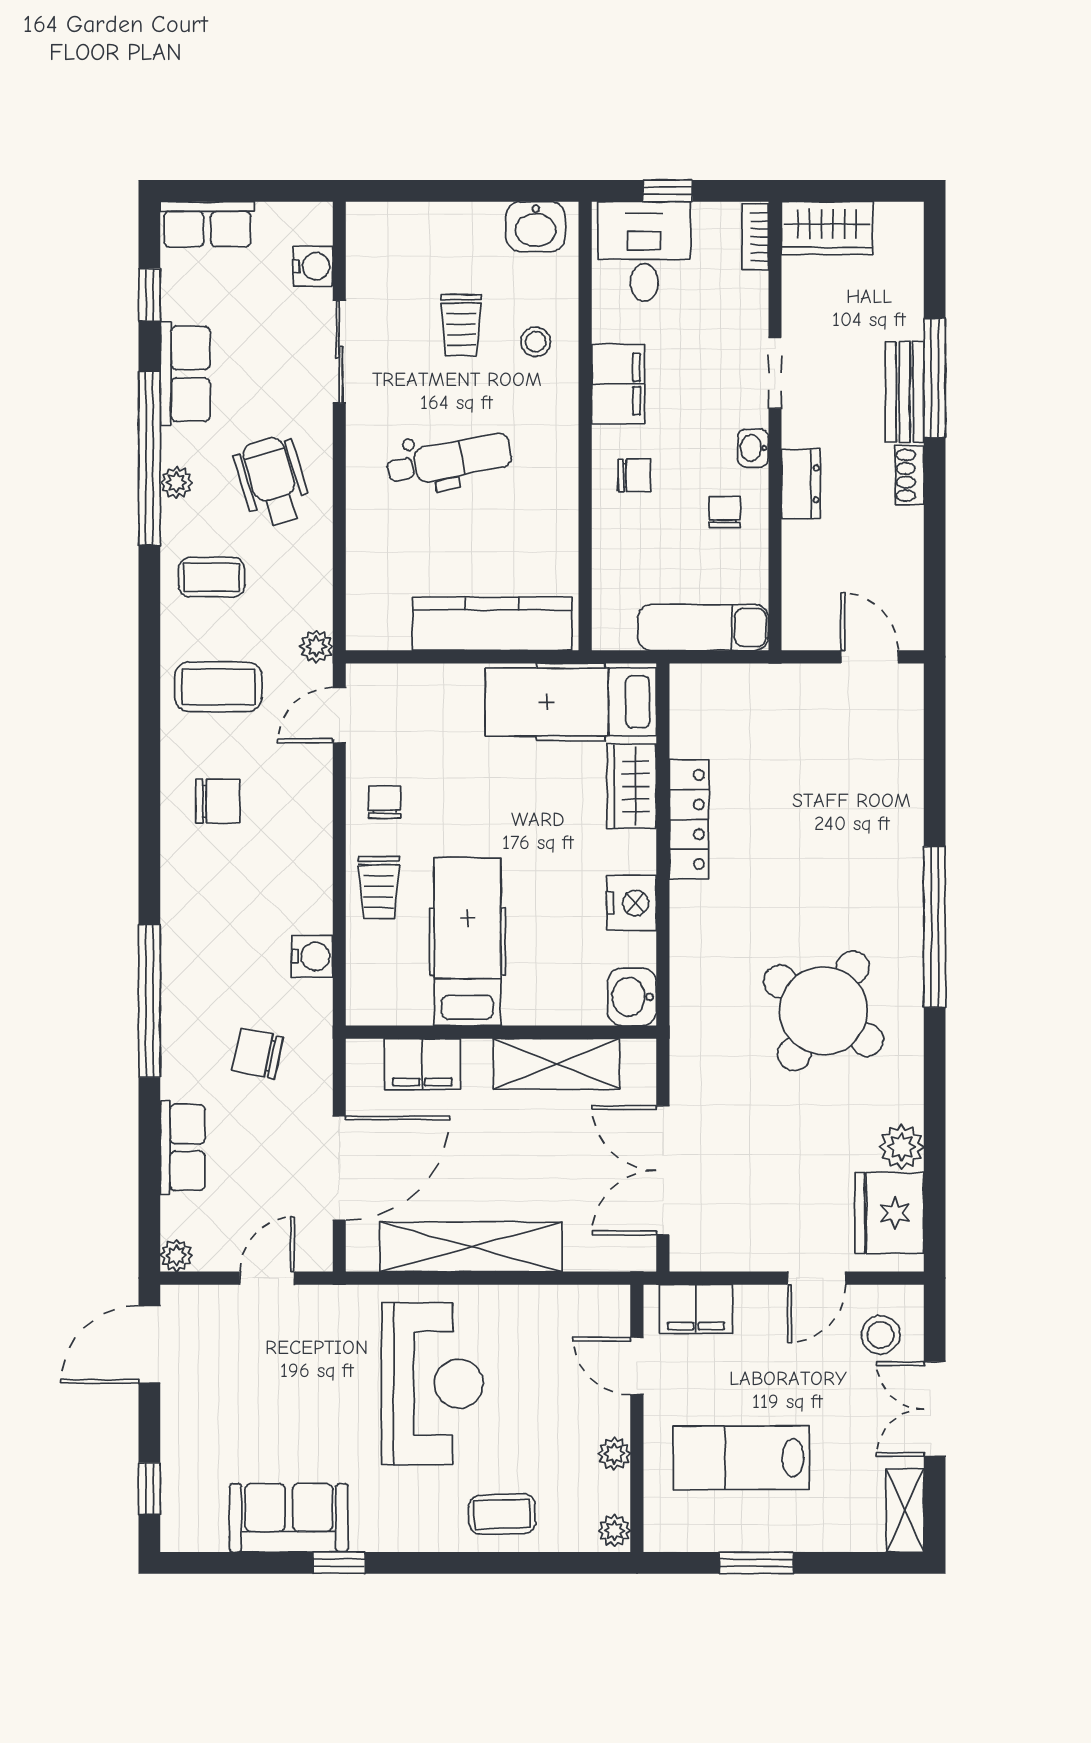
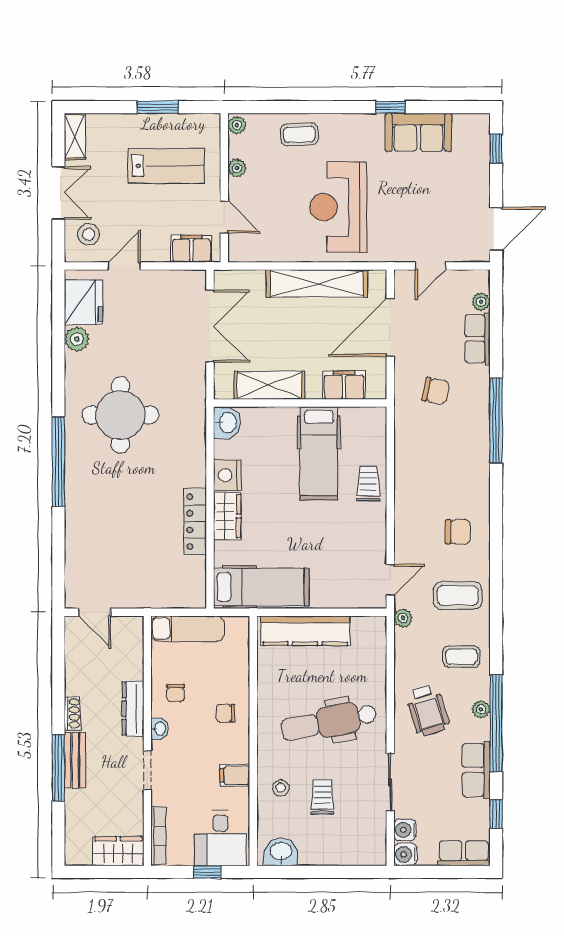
bookcase: (755, 237) -> (158, 836), width x1.56
filing cabinet: (618, 384) -> (235, 775), width x0.50
dental chair: (449, 460) -> (329, 722), width x1.36, depth x1.38
dresser: (801, 484) -> (133, 709), width x1.44
wardrobe: (632, 786) -> (227, 516), moved
chair: (218, 801) -> (458, 532), turned 180
chair: (385, 802) -> (365, 531), removed
water cooler: (312, 956) -> (405, 854), moved
round table: (823, 1011) -> (120, 415), turned -34
plant: (176, 1255) -> (481, 302), moved

